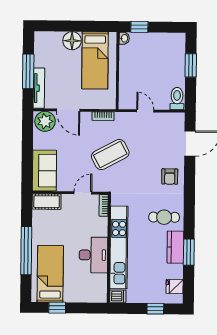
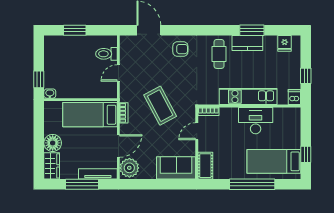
wardrobe: (48, 39) -> (52, 166), added
bed: (95, 60) -> (90, 115), moved, turned 180
toilet: (177, 99) -> (106, 54), moved
door: (83, 193) -> (197, 131), hinge flipped
kitchen unit: (119, 247) -> (248, 97), width x0.73
window: (155, 309) -> (306, 76), moved

